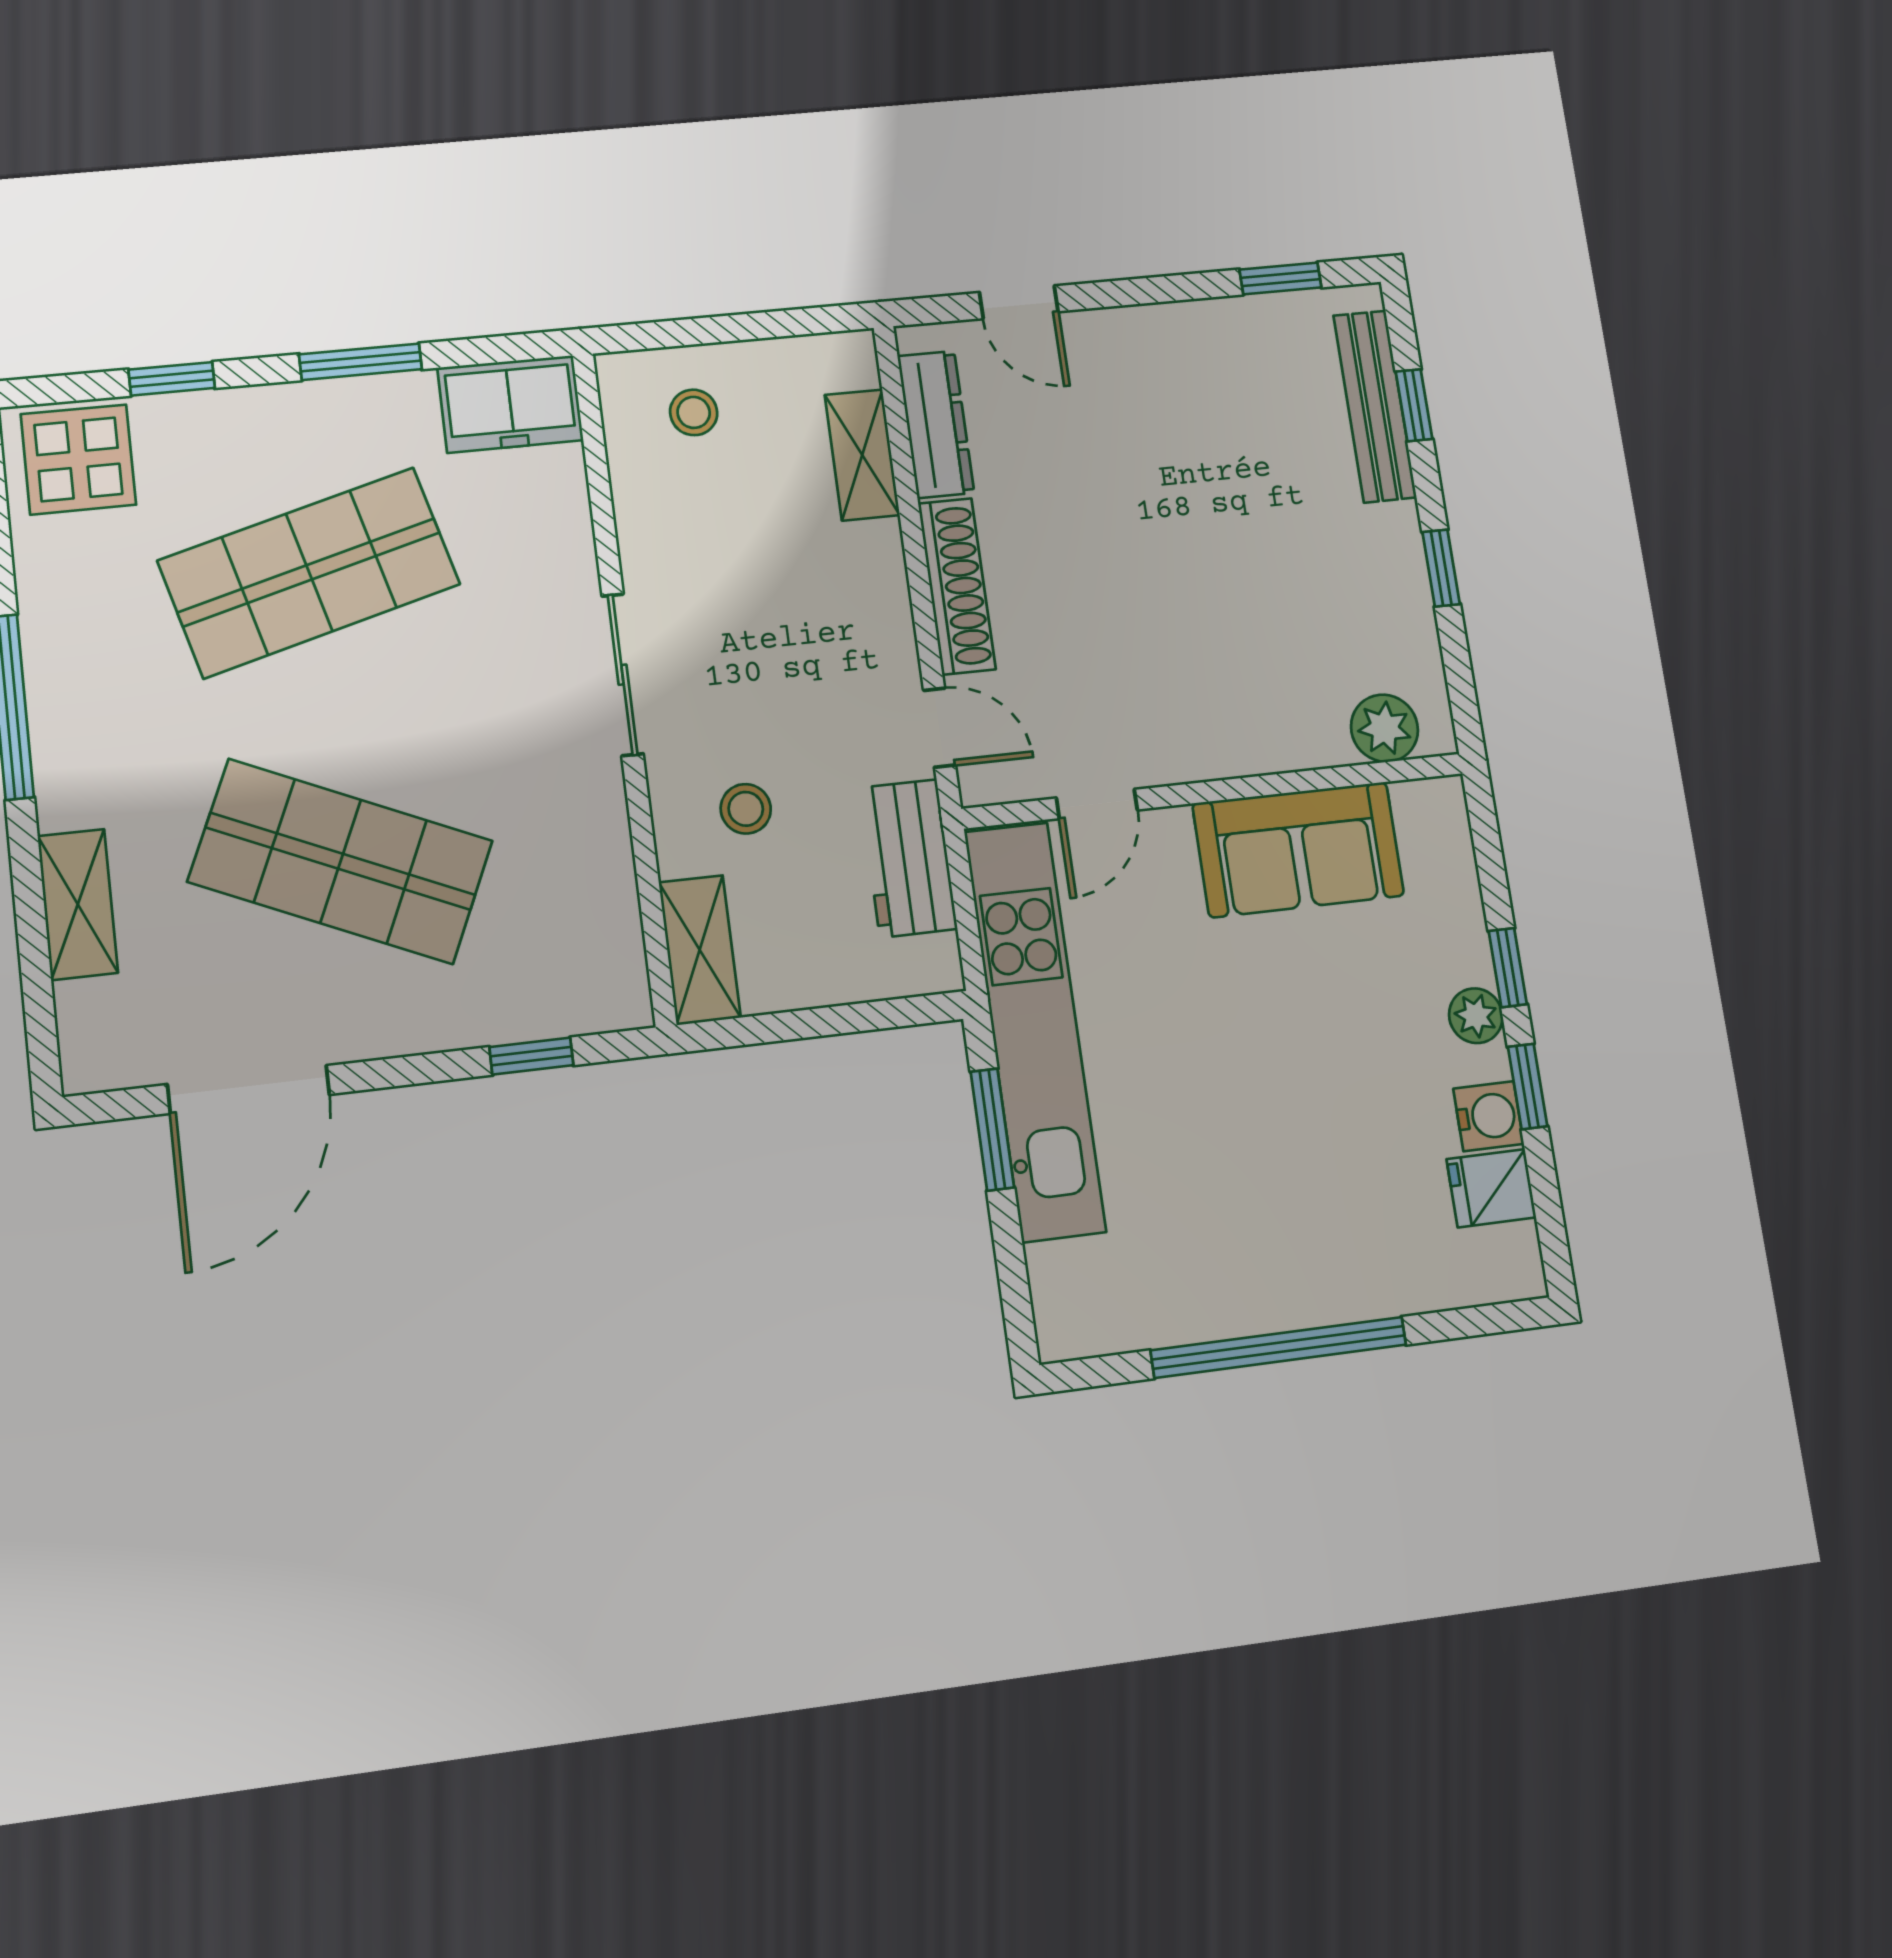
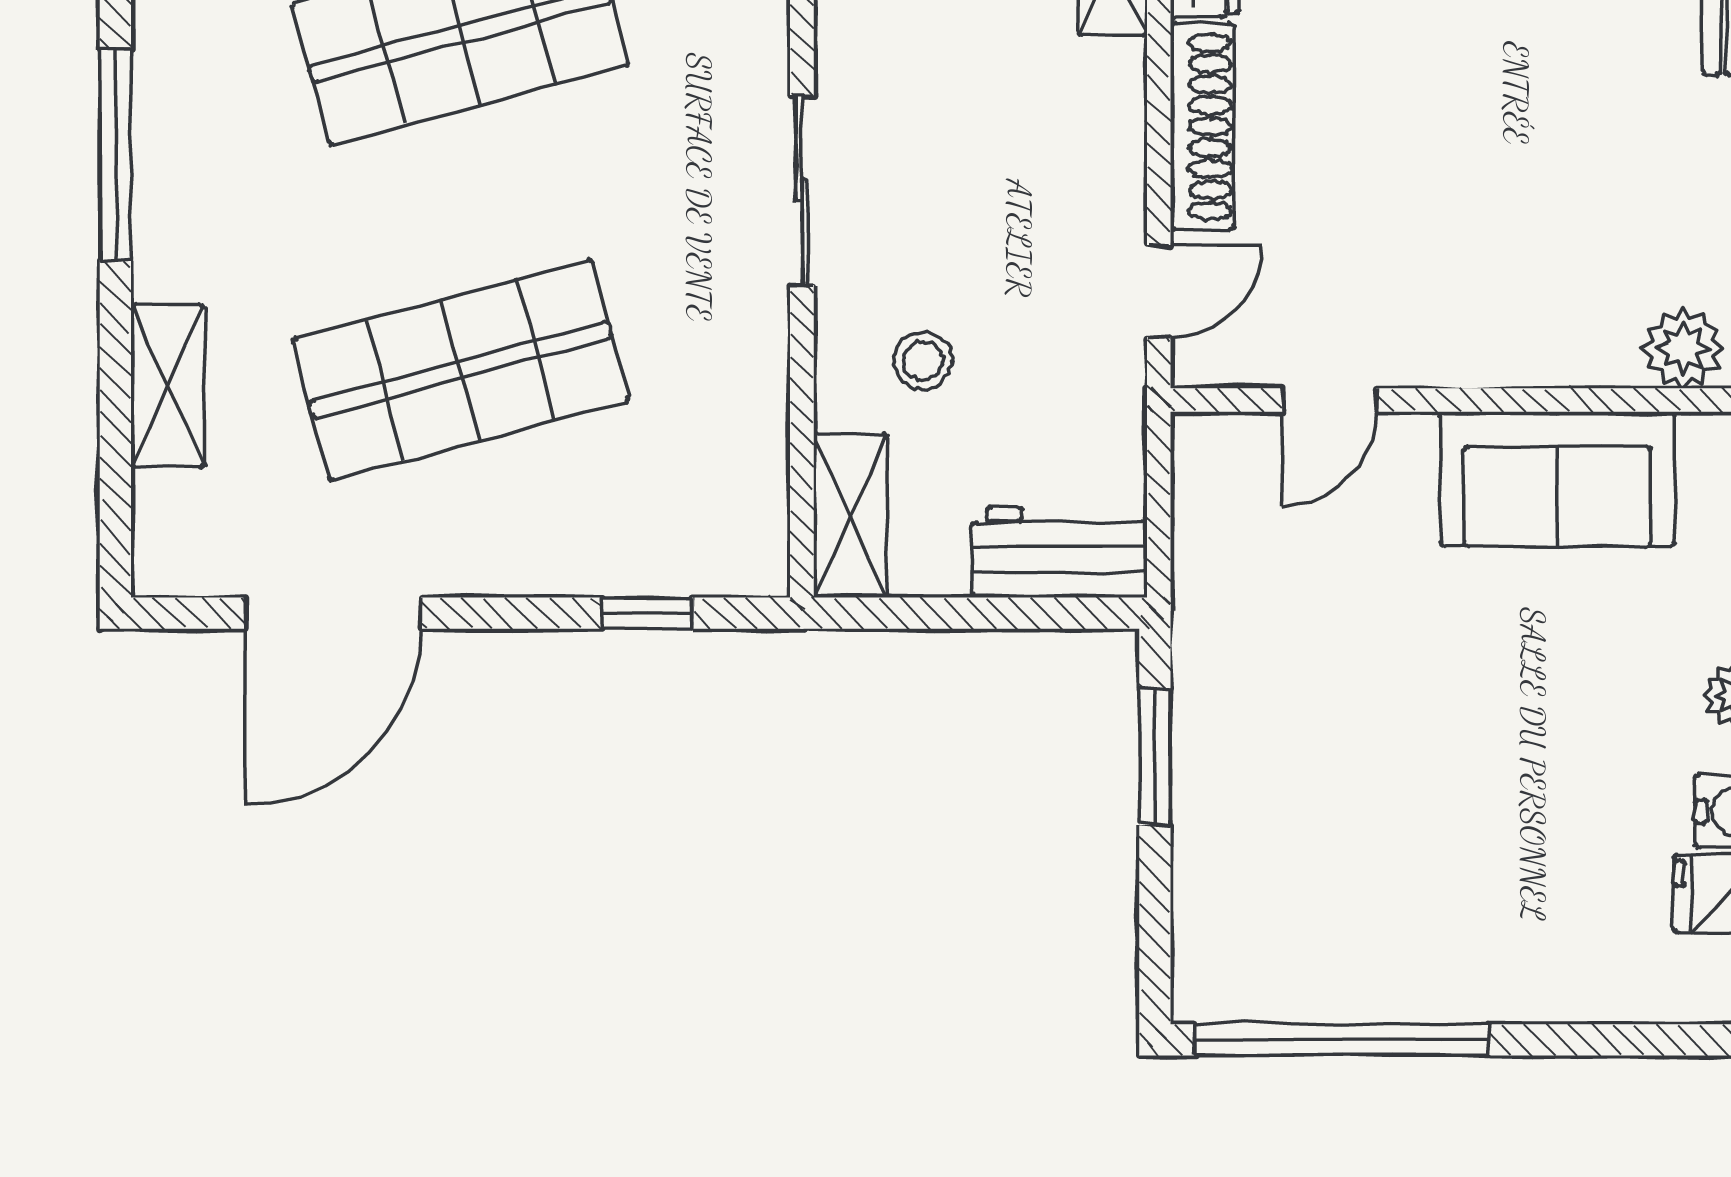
door: (940, 728) -> (1159, 291), hinge flipped
workbench: (908, 858) -> (1060, 552), moved, turned 90
shop shelf: (341, 861) -> (461, 370), turned -39
kitchen unit: (1035, 1030) -> (1219, 651), removed
window: (1279, 1347) -> (1342, 1040), moved

